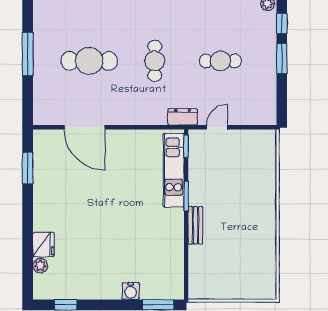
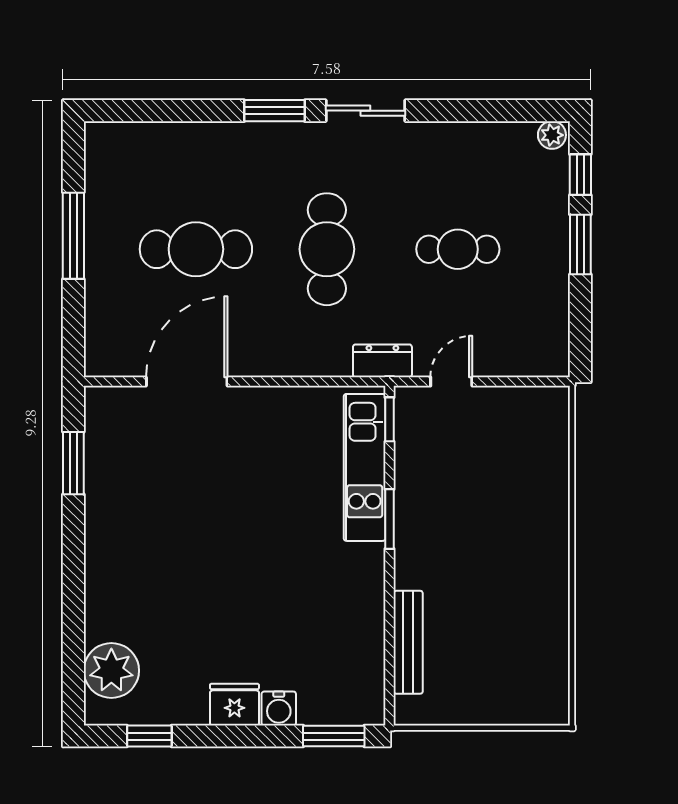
cafe table: (155, 61) -> (327, 249), width x1.37, depth x1.35
door: (85, 127) -> (187, 382), swing flipped
bench: (195, 225) -> (408, 642), moved, width x1.36
fridge: (43, 244) -> (234, 705), moved, turned -90
plant: (40, 265) -> (111, 671), width x1.88, depth x1.88

